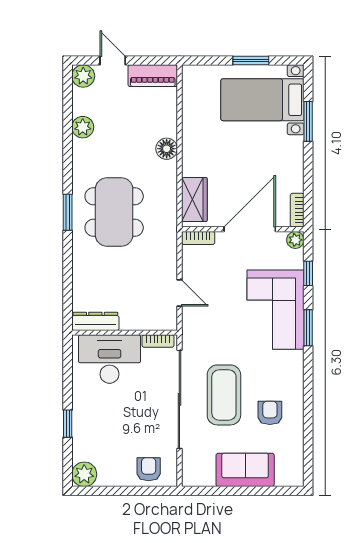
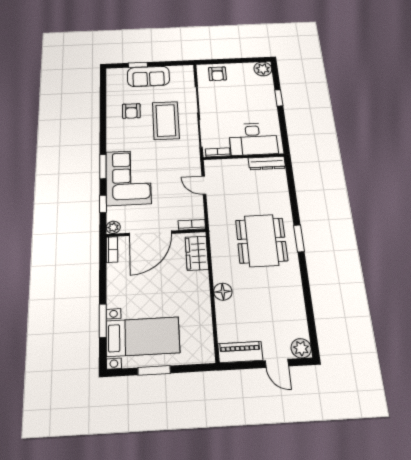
plant: (83, 127) -> (296, 305), removed
window: (259, 491) -> (138, 65), added

